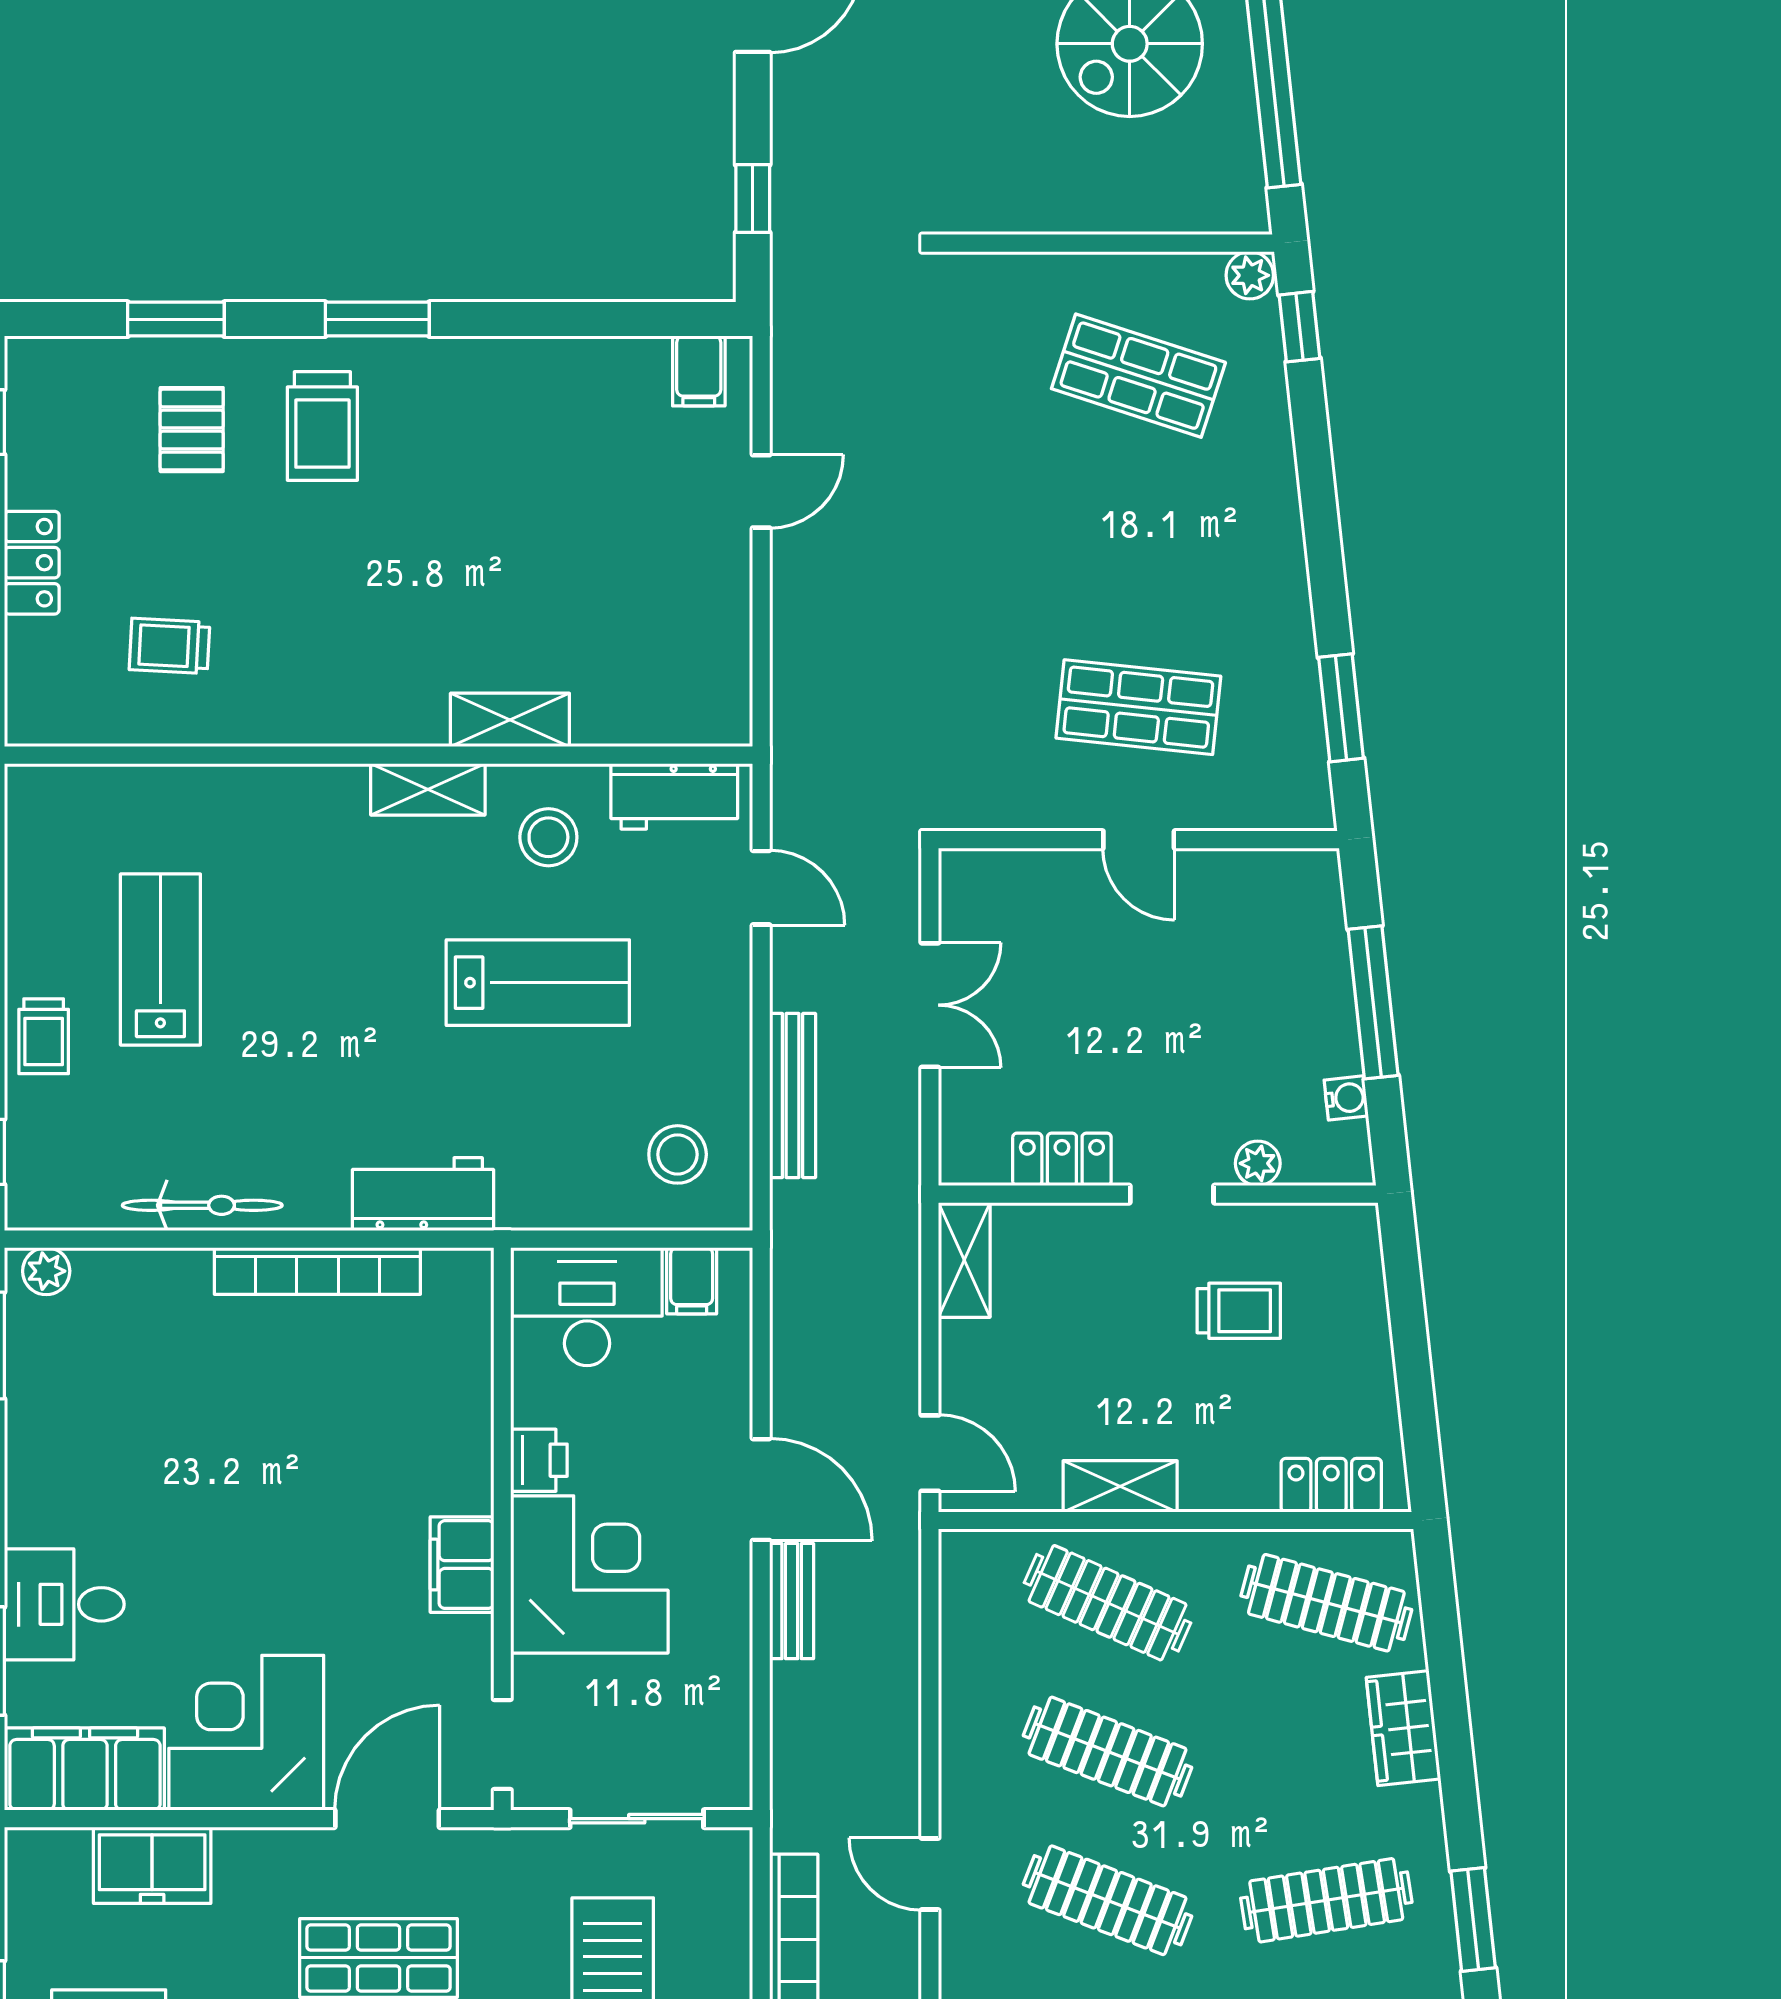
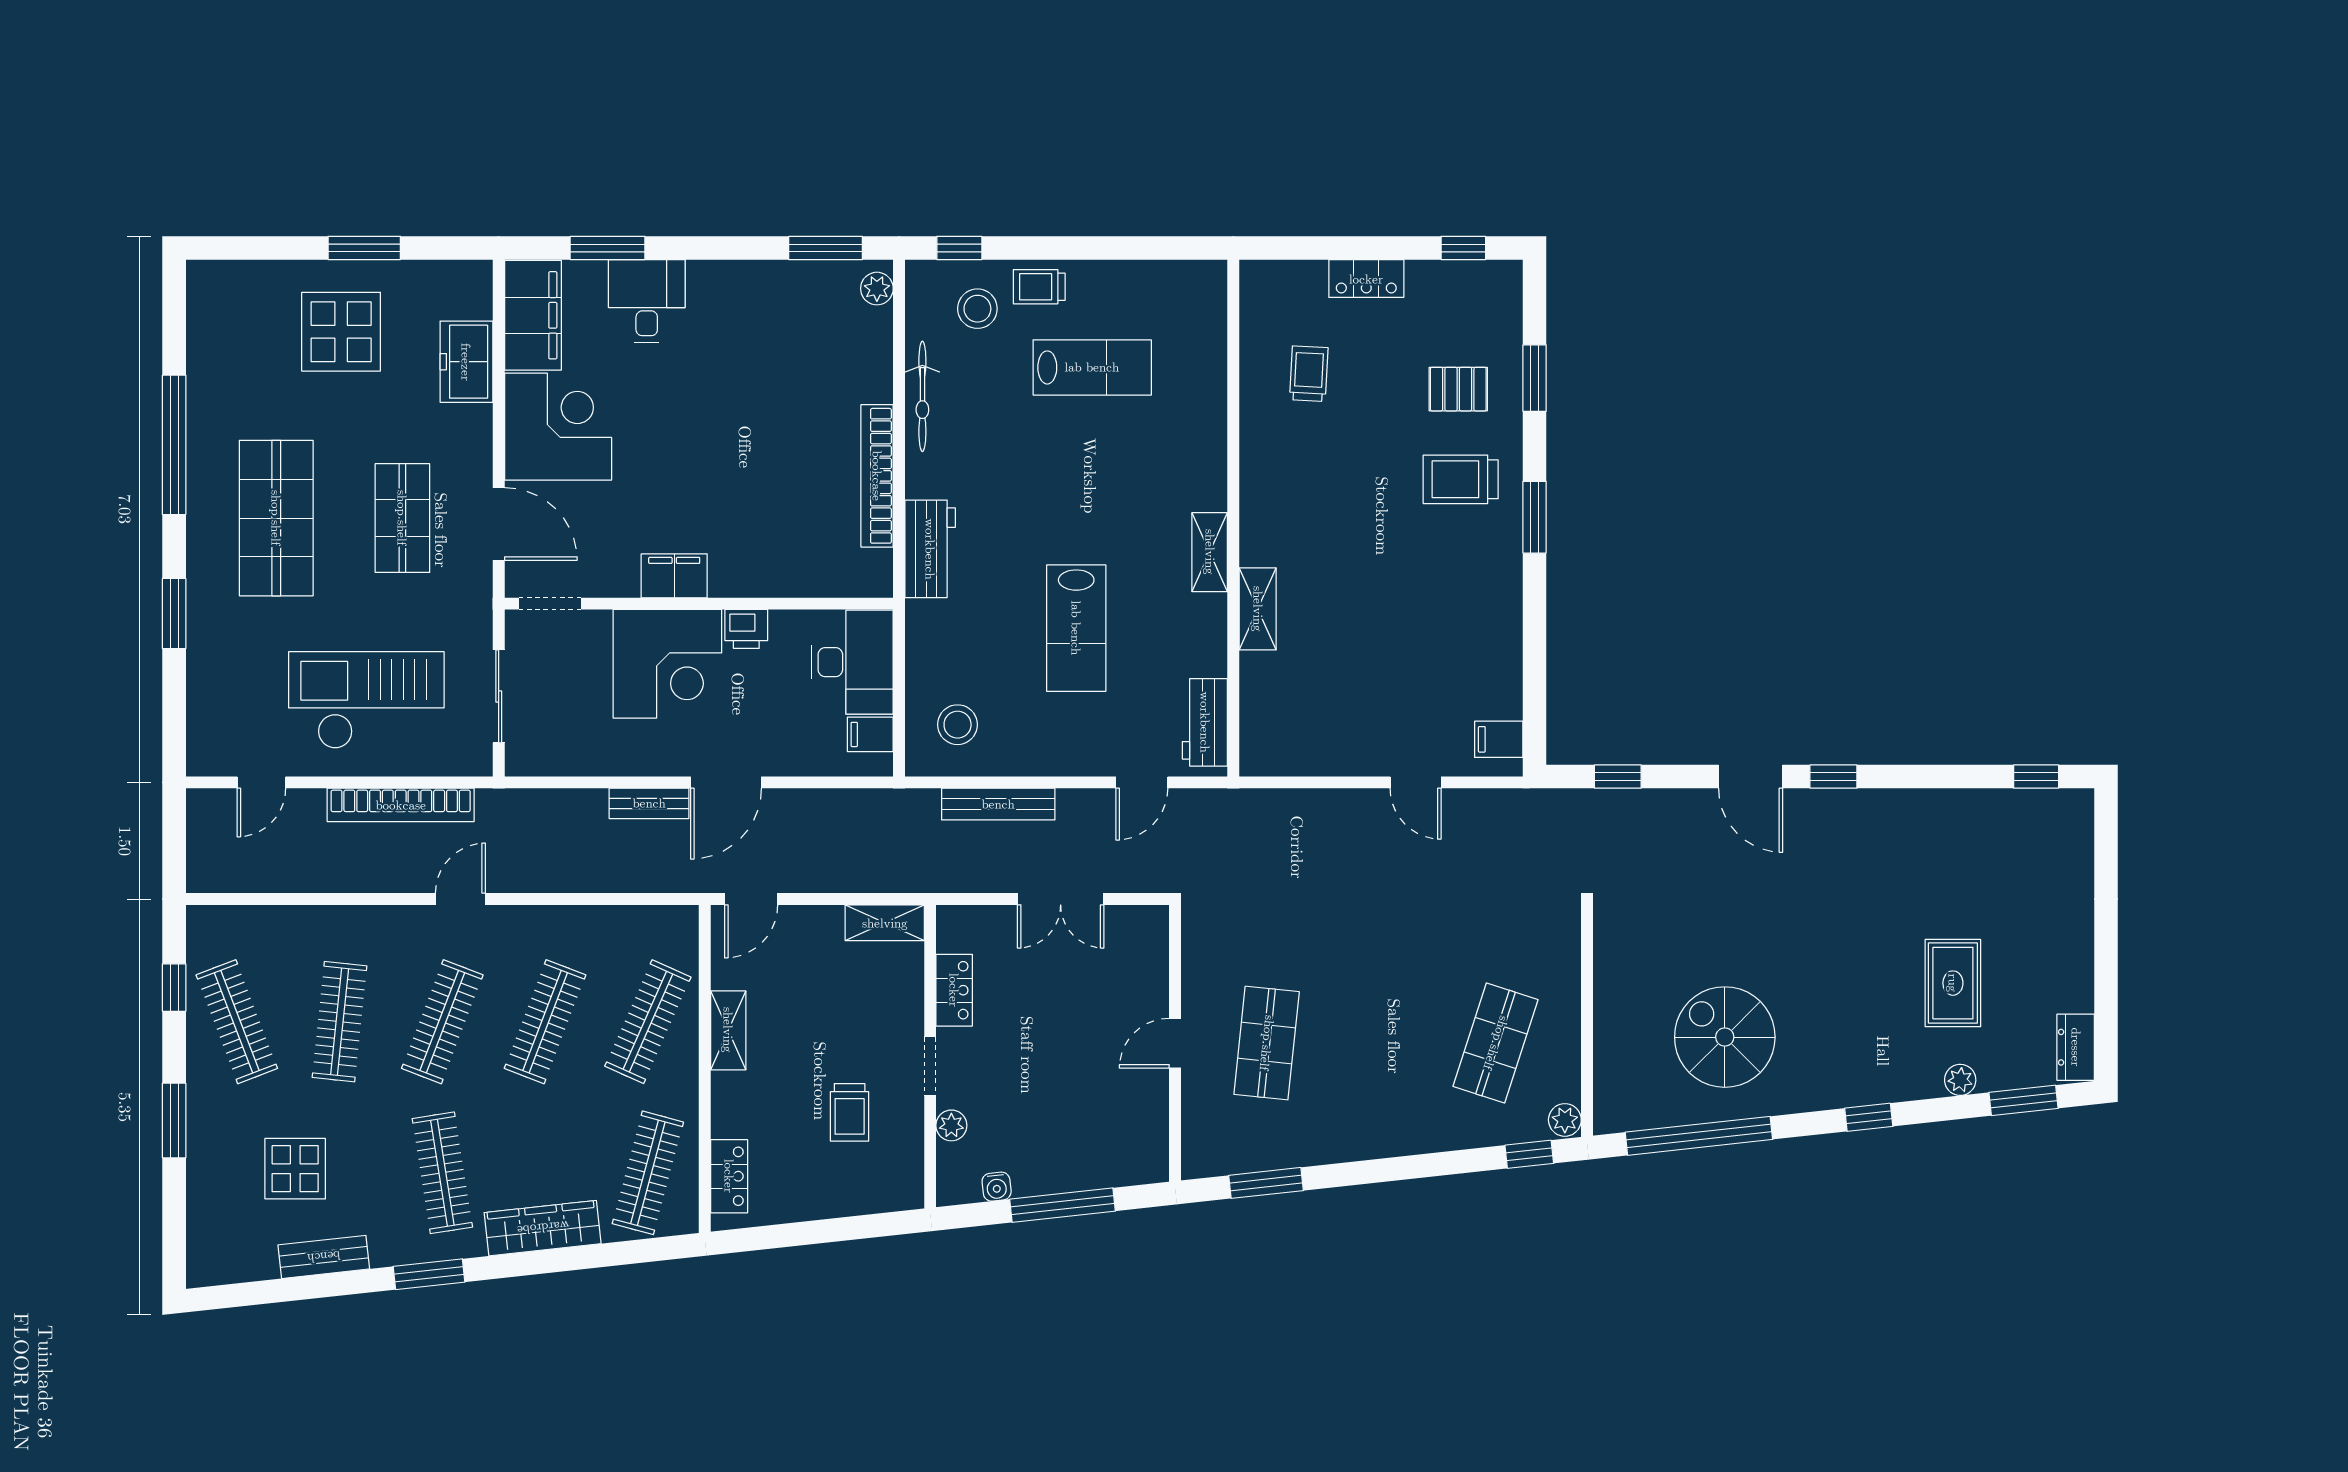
stool: (548, 837) -> (977, 309), moved
wardrobe: (1403, 1728) -> (543, 1228), width x1.50

